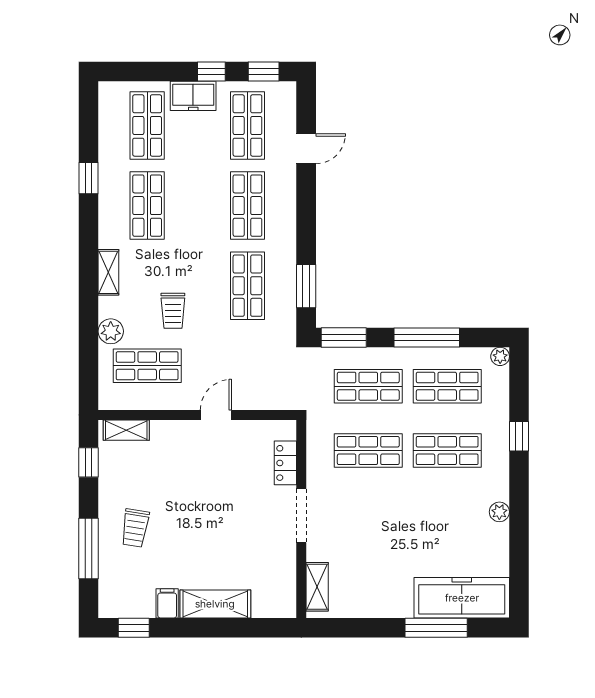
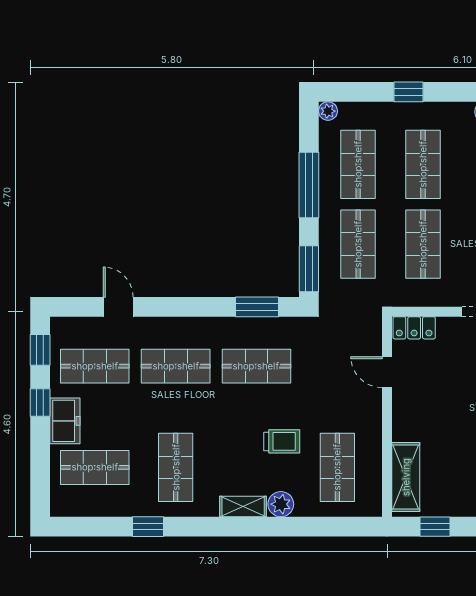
shop shelf: (147, 206) -> (176, 467), turned 90
plant: (111, 331) -> (281, 504), moved
door: (216, 415) -> (387, 372), moved
shelving: (126, 430) -> (406, 477), width x1.50, depth x1.33
locker: (285, 463) -> (414, 328), moved

